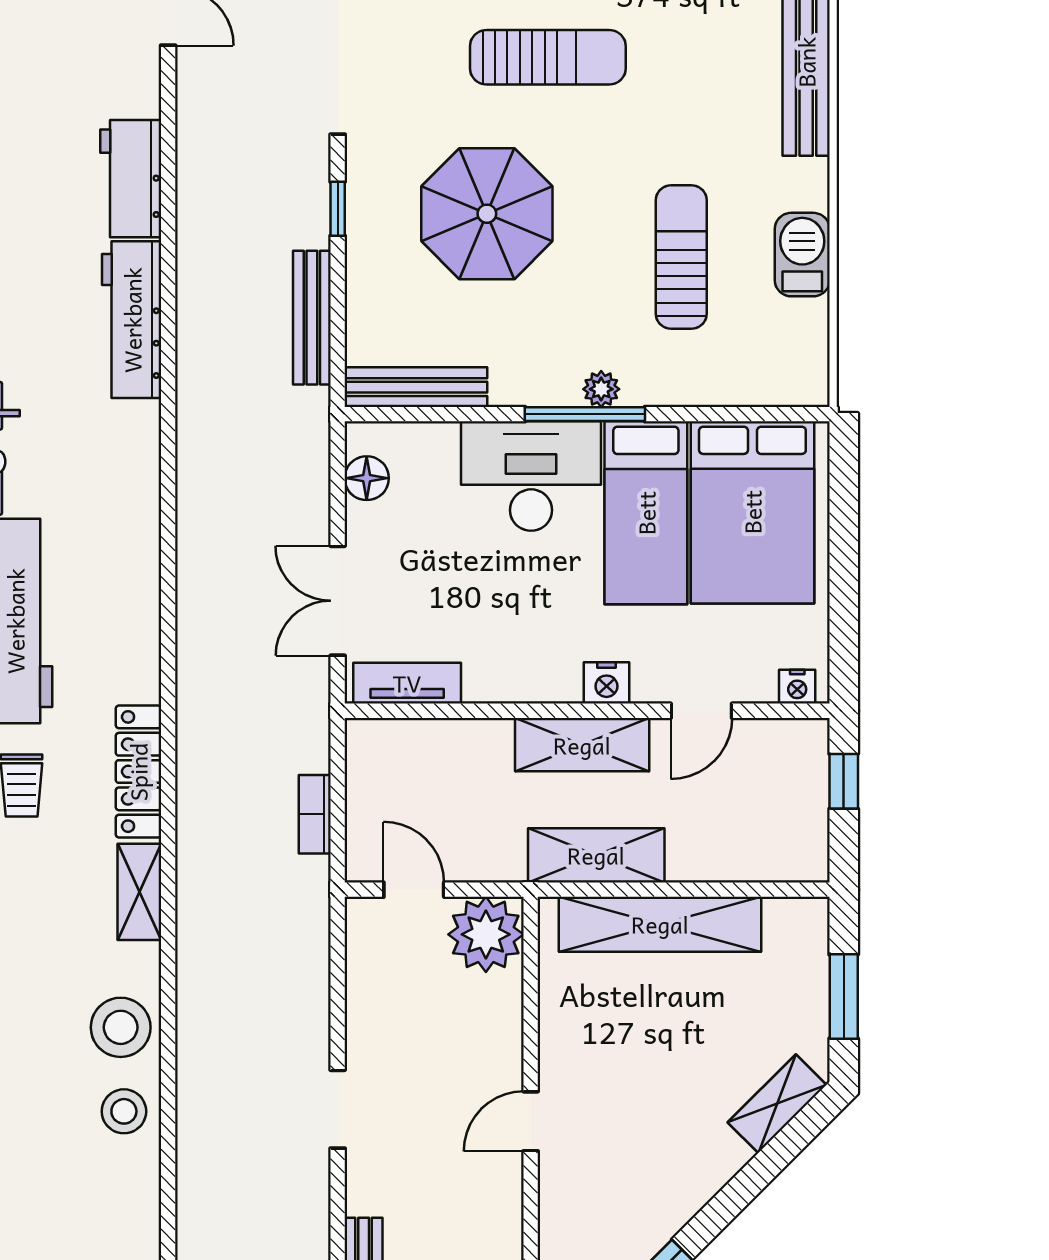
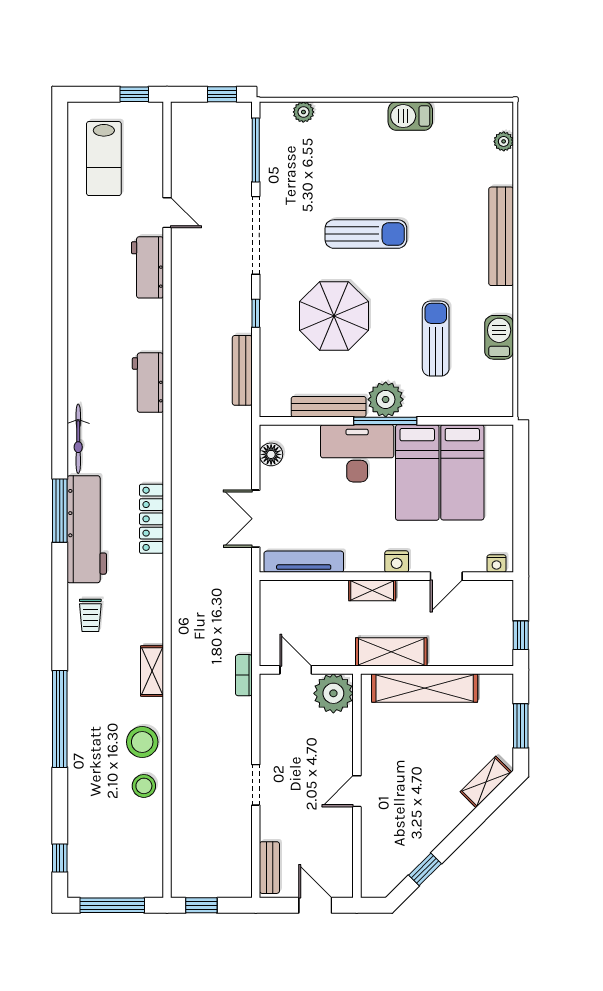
workbench: (131, 179) -> (147, 267), moved
workbench: (132, 320) -> (148, 383), width x0.73
bench: (416, 387) -> (329, 407), moved
plant: (601, 389) -> (386, 399), width x1.87, depth x1.87
bed: (752, 512) -> (462, 472), width x0.67
tv unit: (407, 683) -> (304, 562), width x1.41
shelving: (582, 745) -> (372, 590), width x0.67, depth x0.75
locker: (138, 772) -> (151, 519), moved
window: (844, 781) -> (521, 635), moved
bookcase: (315, 814) -> (244, 675), moved

